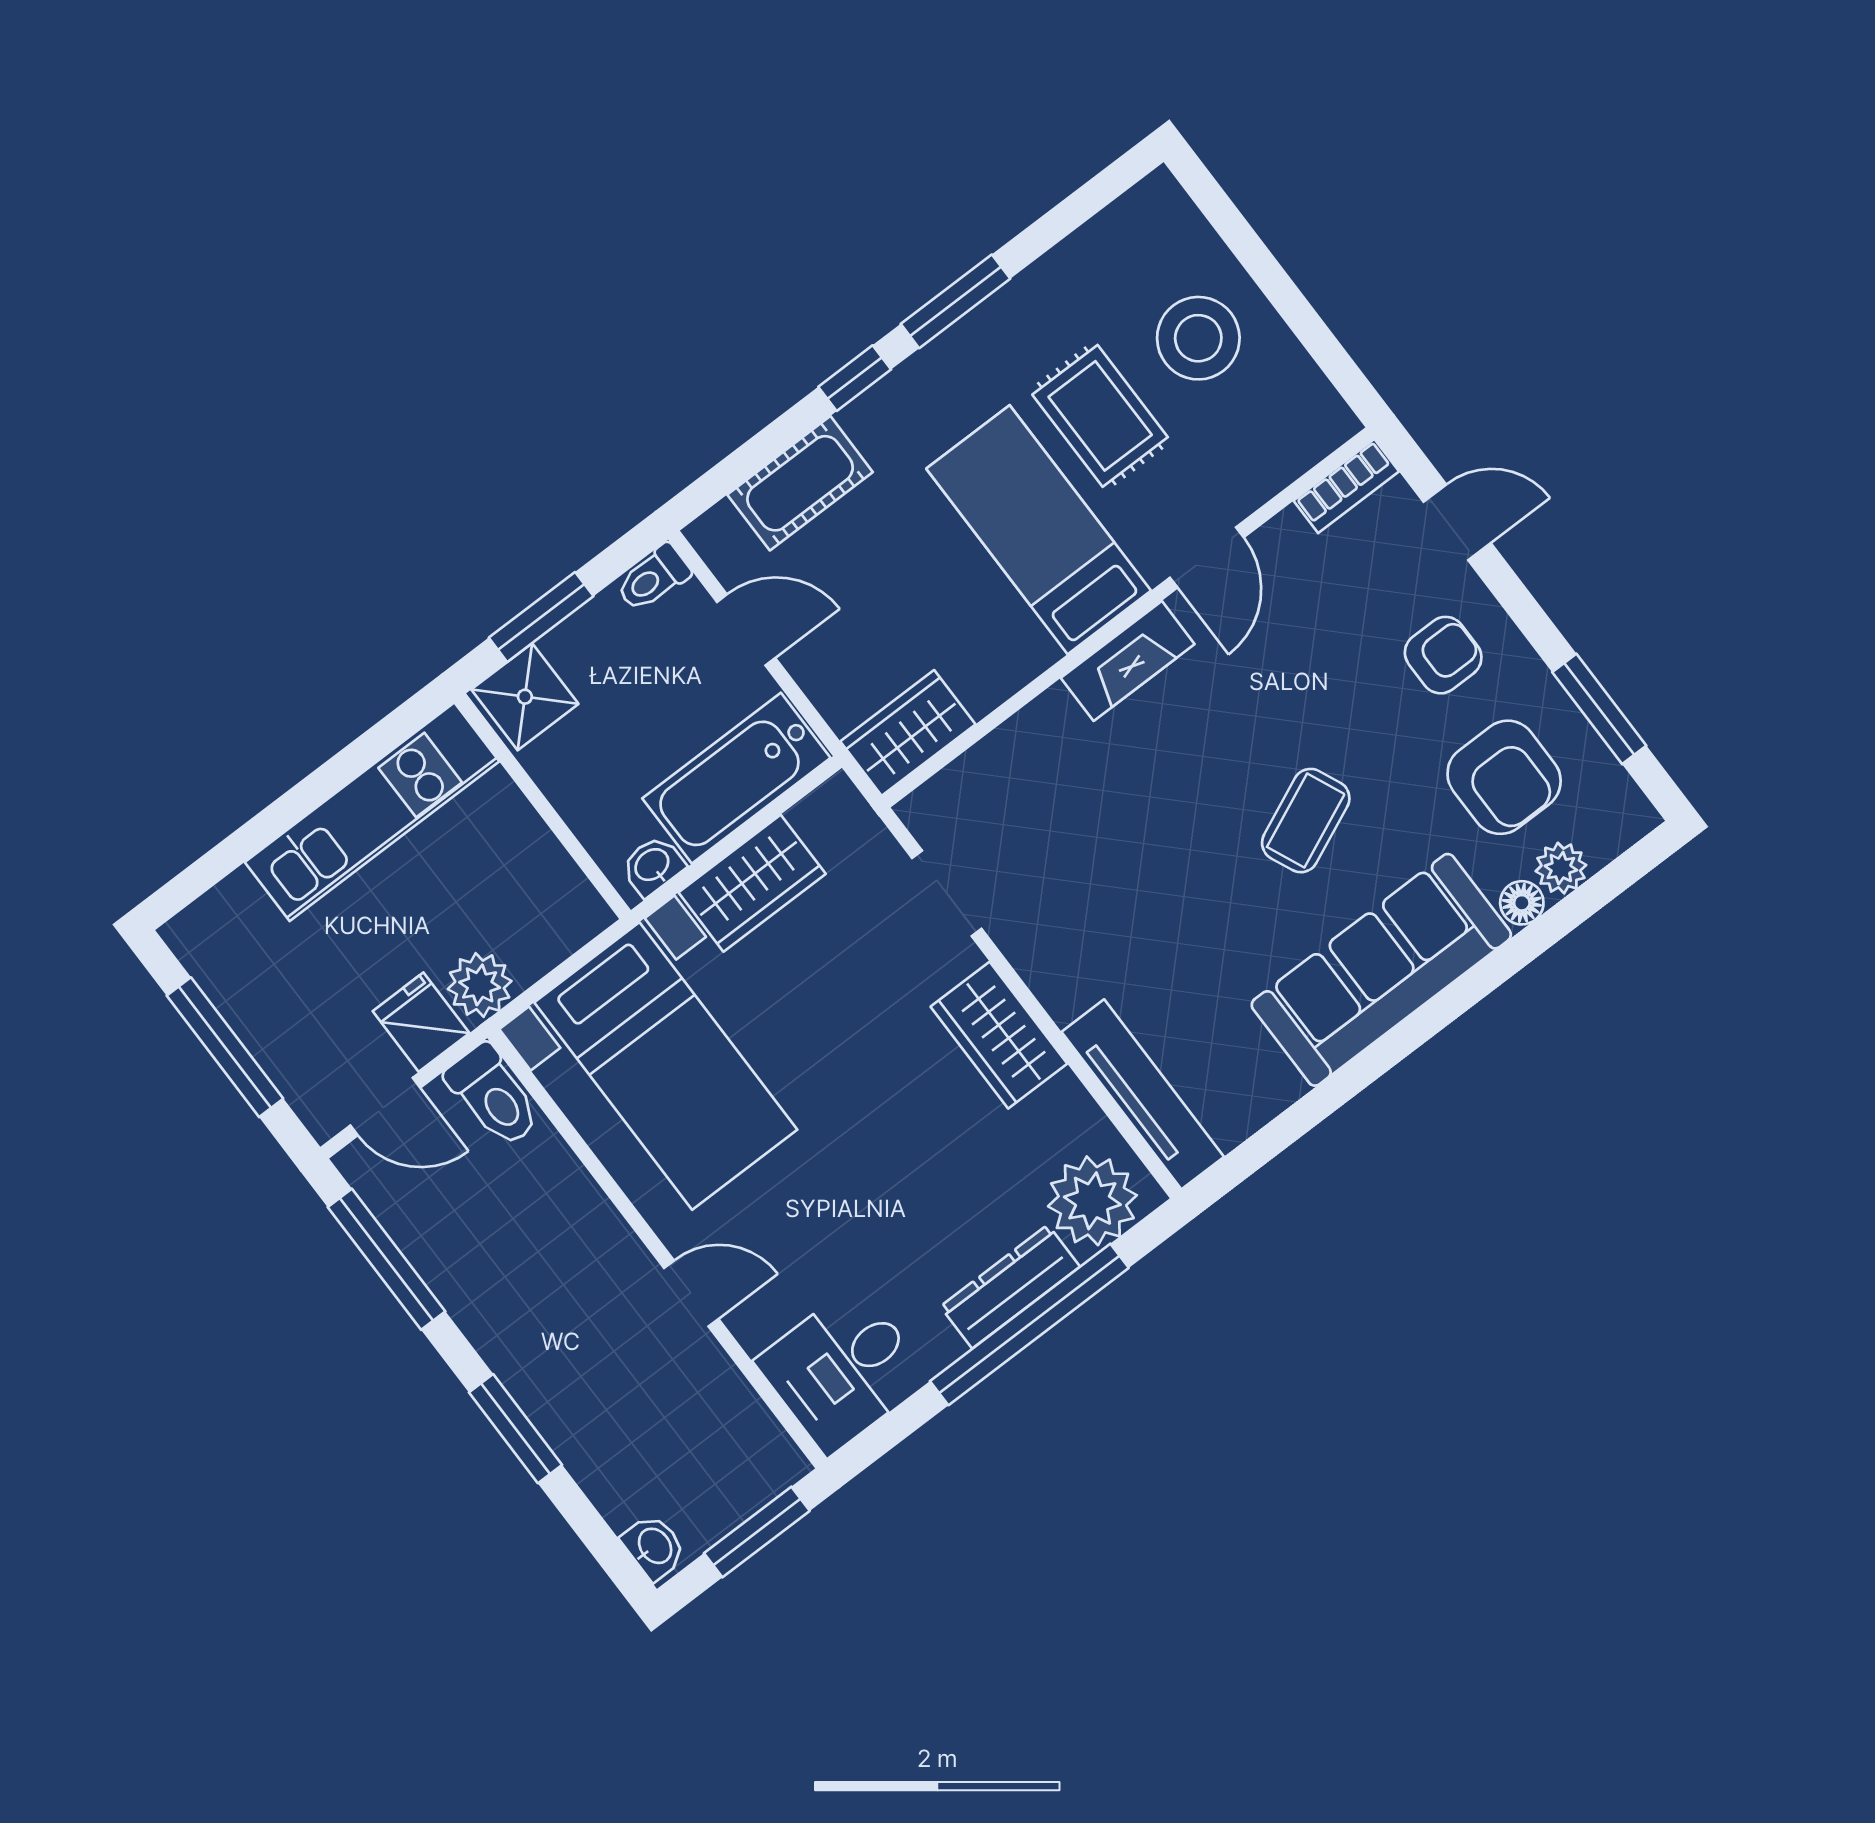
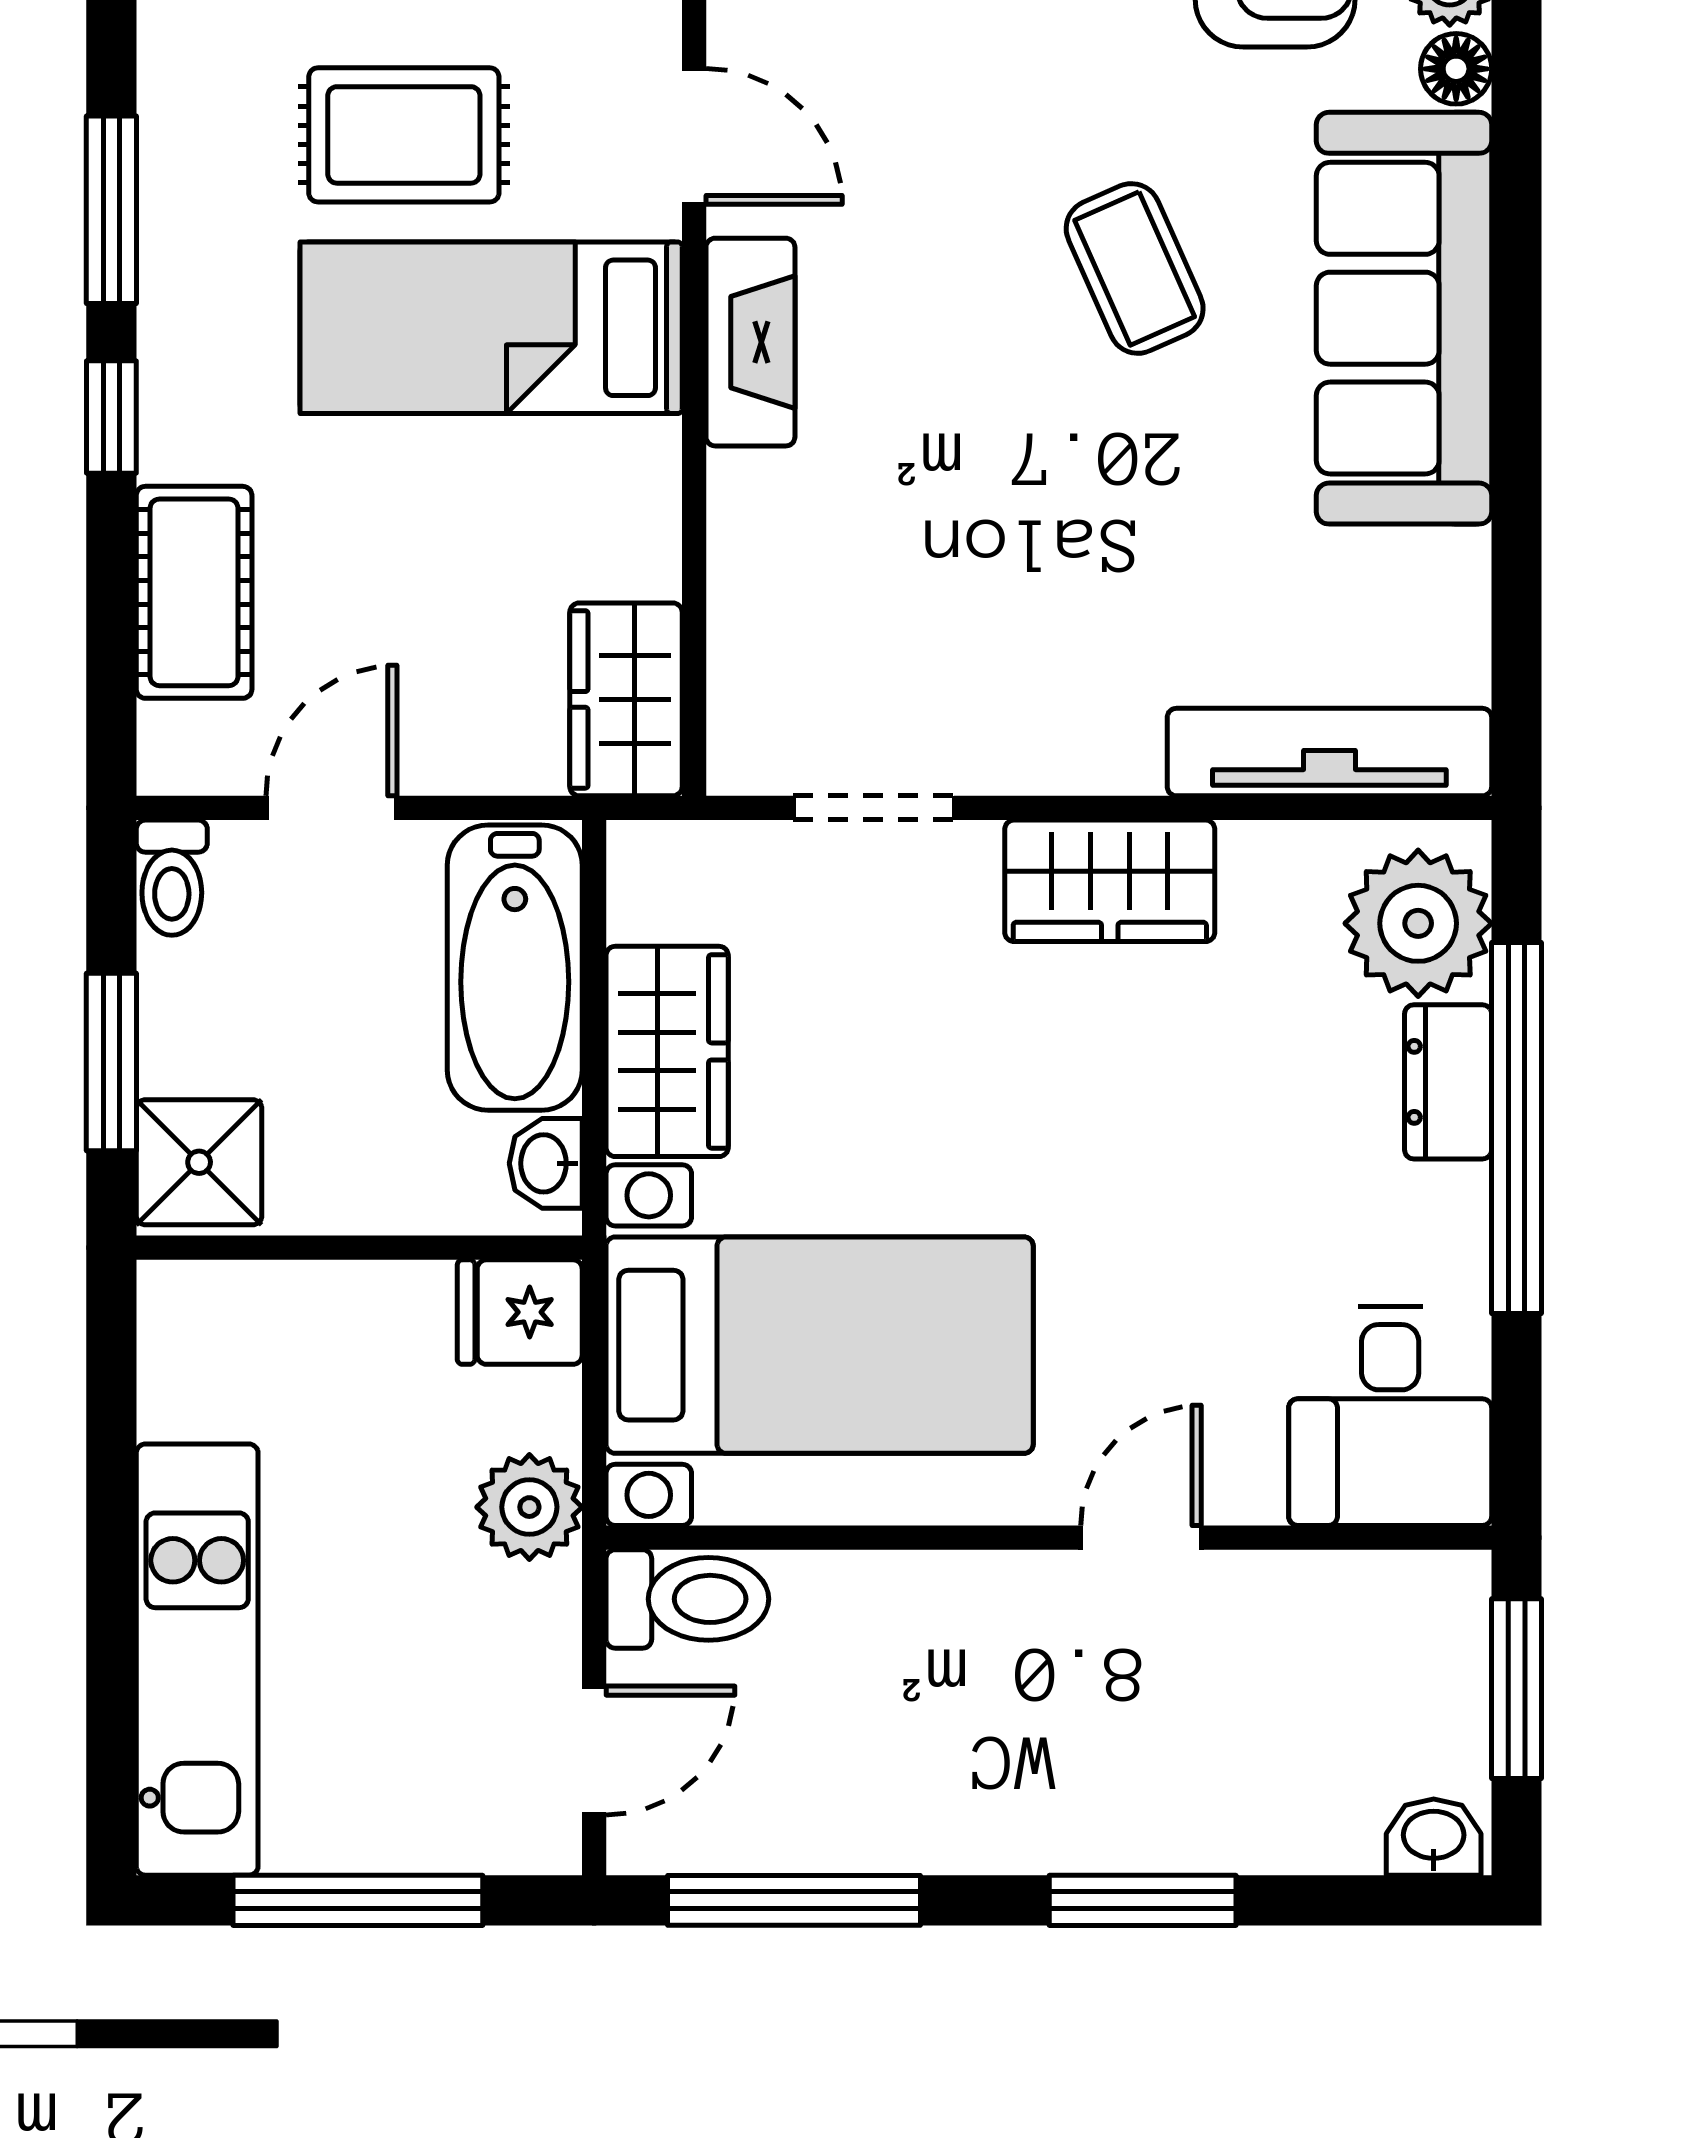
kitchen unit: (372, 812) -> (197, 1660), moved
fridge: (421, 1022) -> (520, 1312), moved
dresser: (1010, 1287) -> (1448, 1082), width x0.70

